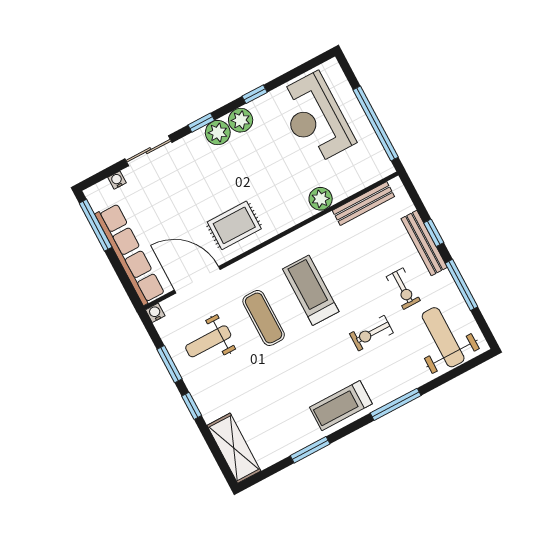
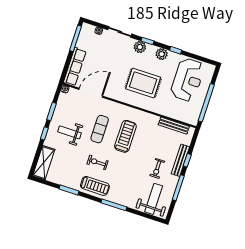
reception desk: (315, 118) -> (188, 80), turned 180
plant: (218, 133) -> (140, 47), moved
plant: (321, 199) -> (161, 109), removed
rug: (234, 225) -> (143, 83), moved, width x1.36, depth x1.43
row of seats: (130, 254) -> (75, 67), width x0.73
door: (197, 280) -> (91, 93), hinge flipped
exercise bike: (371, 333) -> (98, 162), moved
weight bench: (208, 341) -> (69, 132), moved
treadmill: (341, 406) -> (95, 186), turned 180

